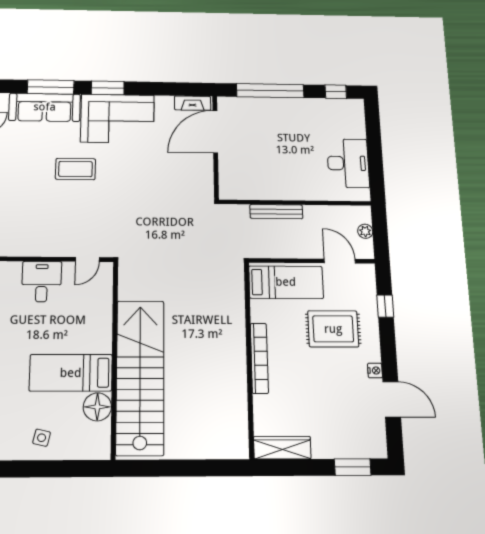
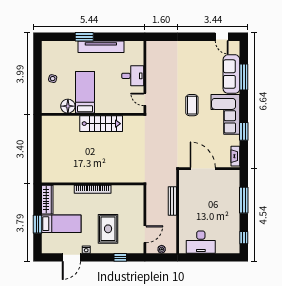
window: (108, 88) -> (244, 131), moved
window: (270, 91) -> (244, 200), width x0.68
door: (215, 132) -> (203, 169), moved
coffee table: (75, 169) -> (192, 105), moved
bed: (286, 282) -> (61, 224), moved, turned -90
stairs: (140, 377) -> (101, 124), width x0.54, depth x0.66
window: (353, 467) -> (38, 224), moved

